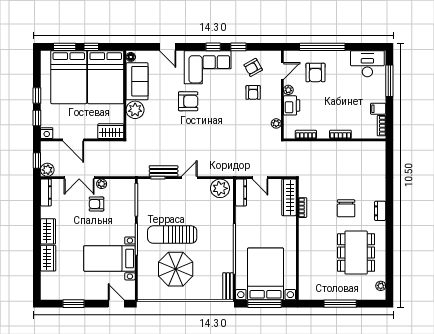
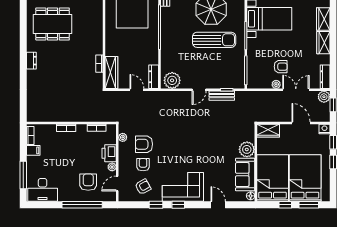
armchair: (188, 101) -> (144, 144), moved
chair: (346, 208) -> (61, 63), removed
dining table: (356, 253) -> (53, 24), turned 90

